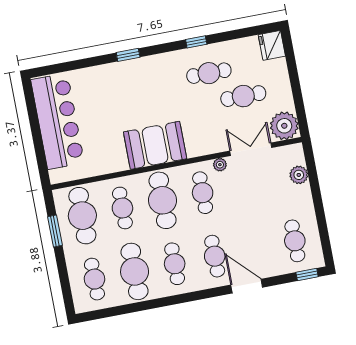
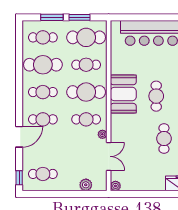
cafe table: (243, 96) -> (156, 96), moved
plant: (284, 126) -> (115, 186), width x0.53, depth x0.53
window: (63, 272) -> (52, 17), added

